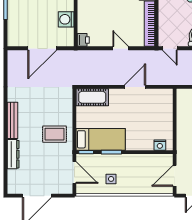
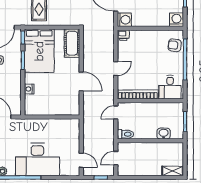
washing machine: (66, 19) -> (124, 20), moved, turned 90
bed: (101, 139) -> (39, 51), width x1.50
nightstand: (160, 145) -> (29, 89), moved

